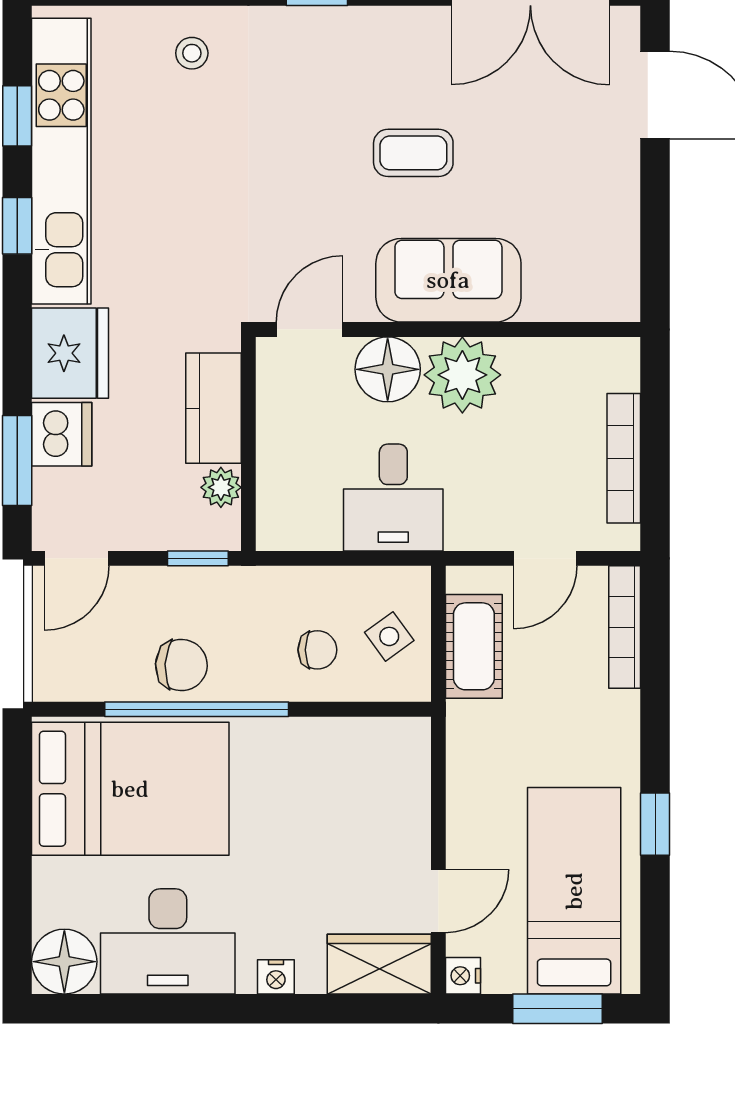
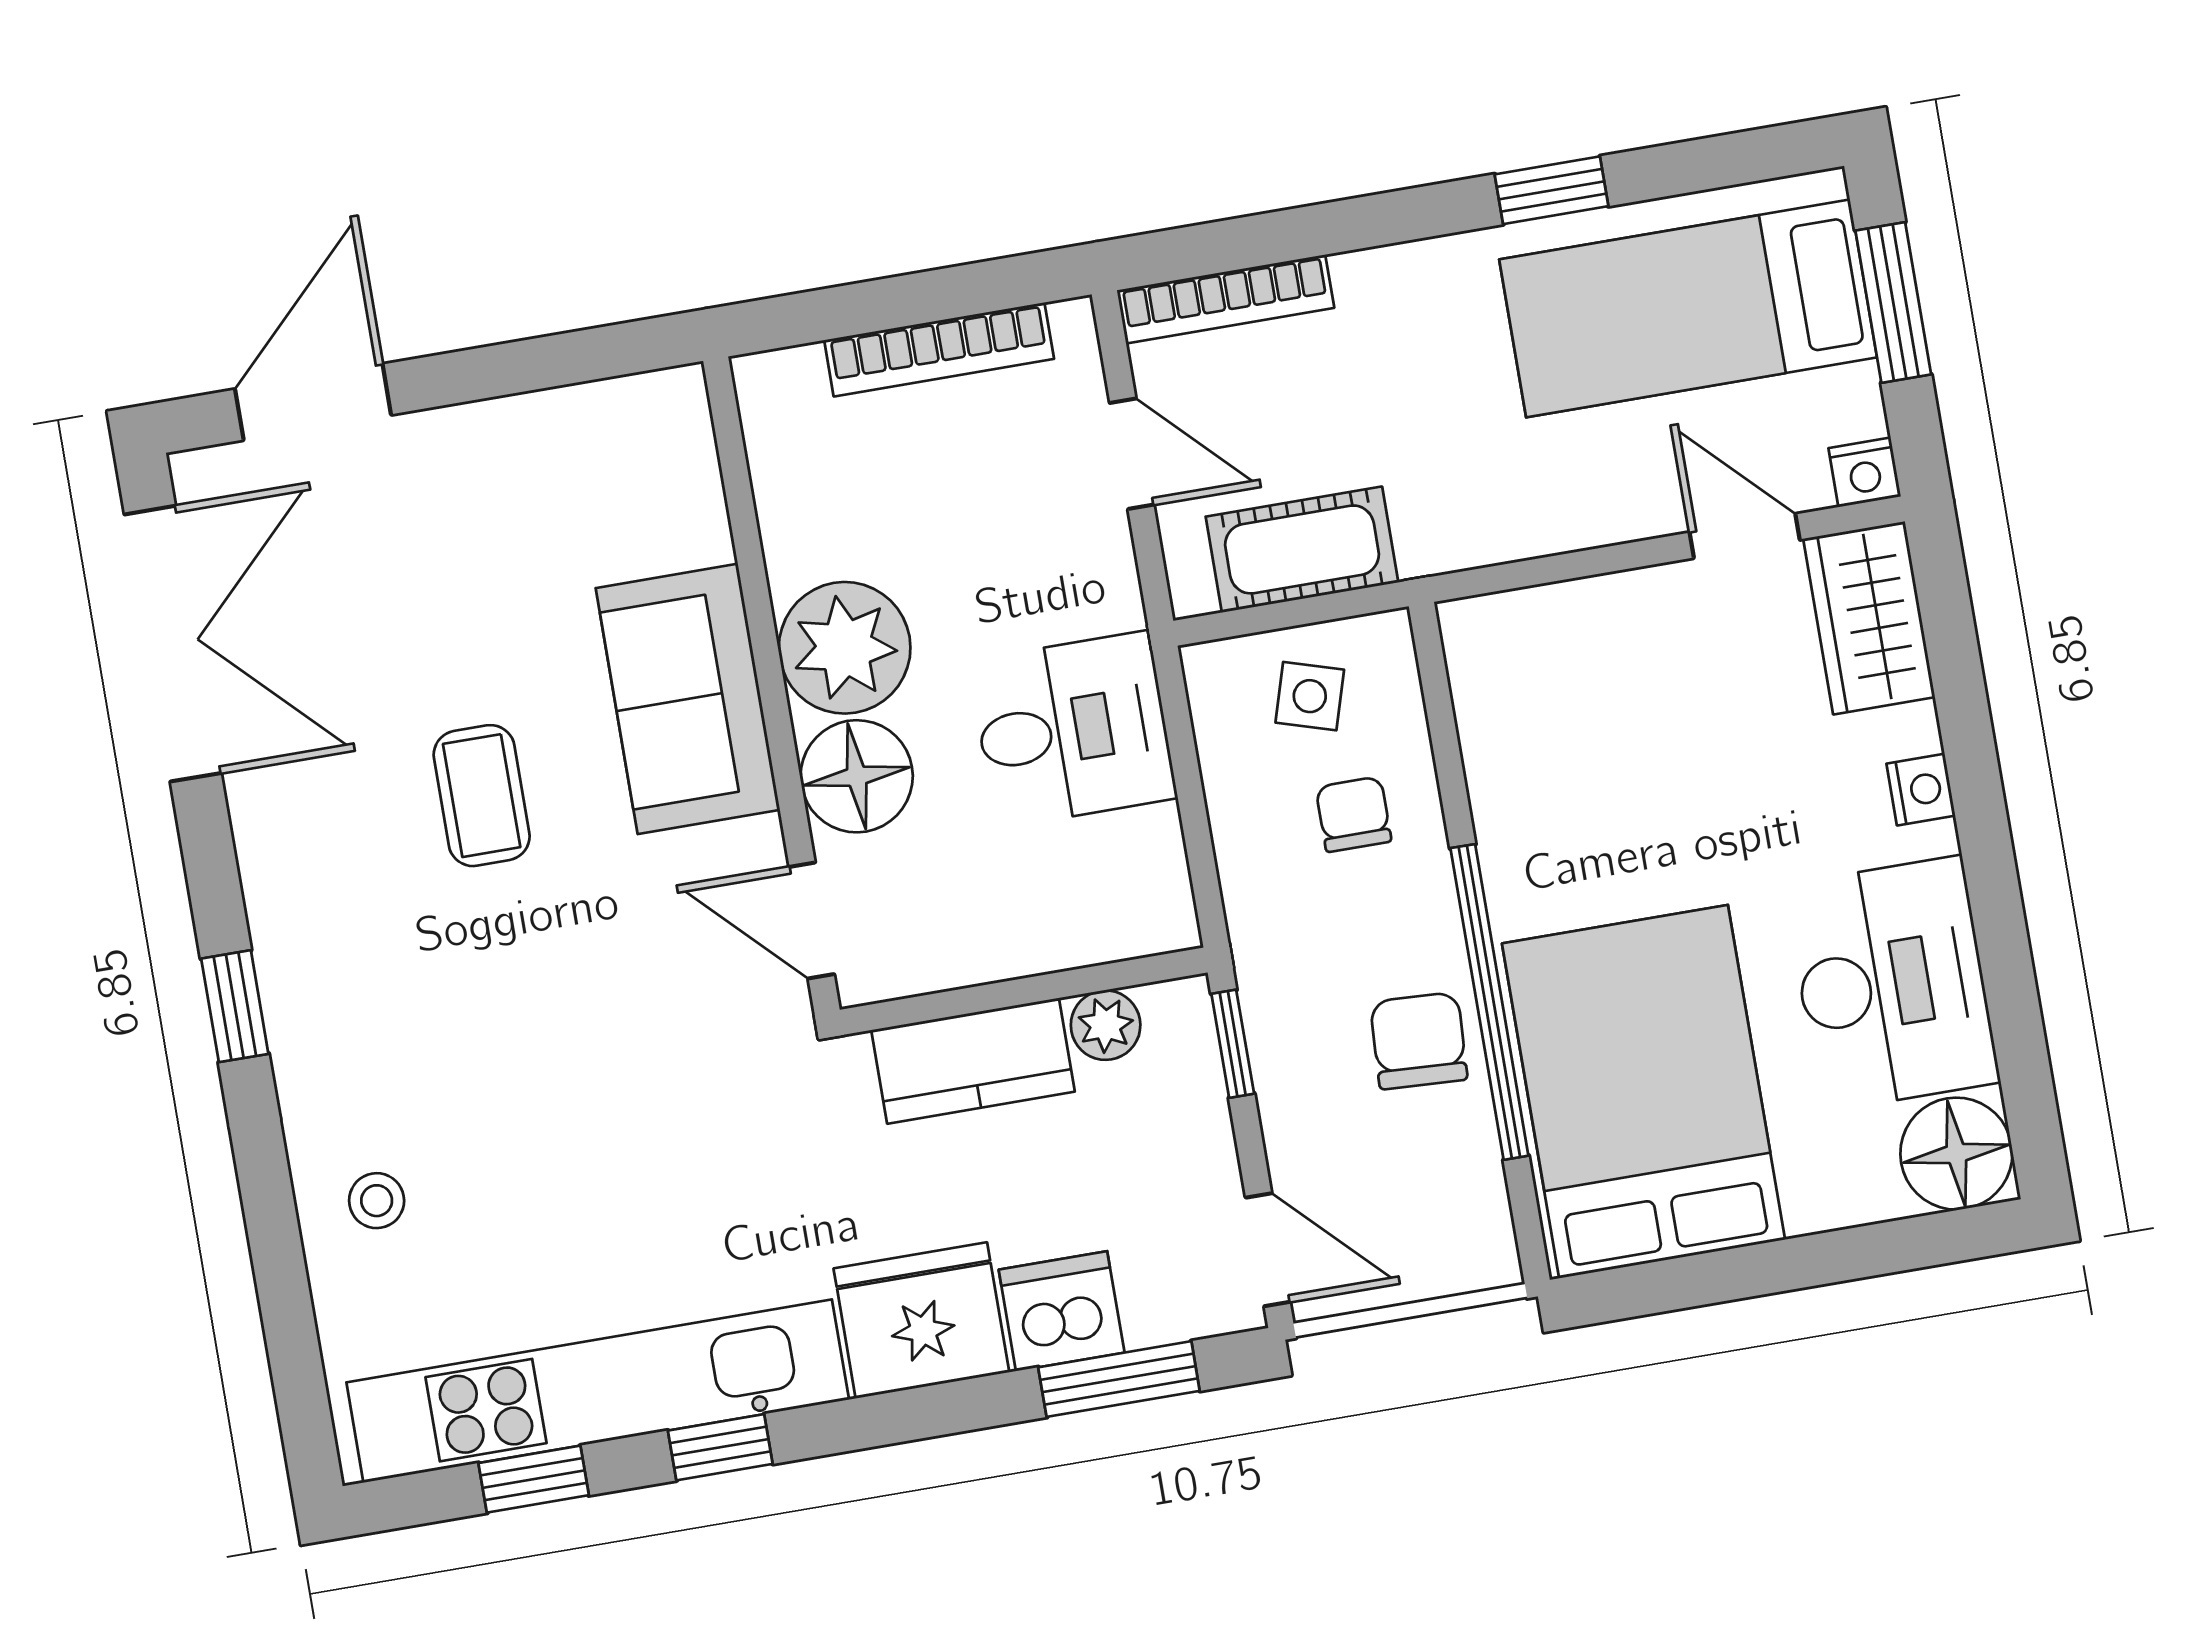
side table: (389, 636) -> (1310, 696), turned -37

